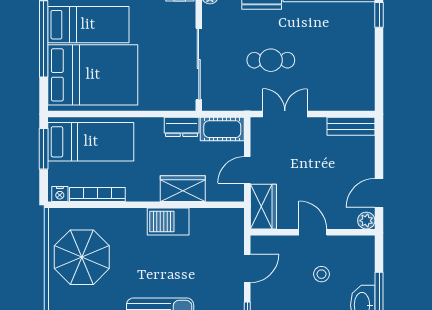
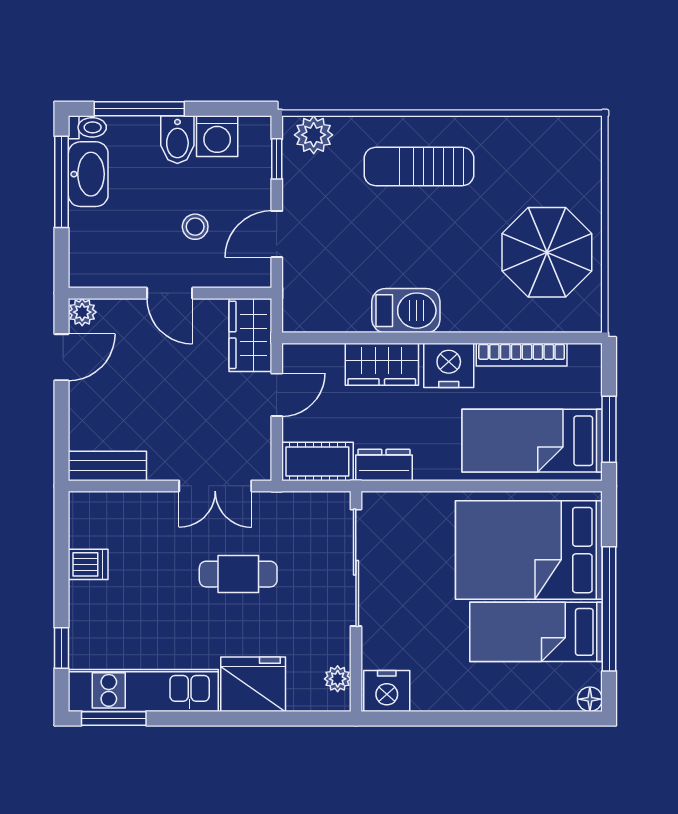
dishwasher: (363, 66) -> (88, 564), added
nightstand: (60, 194) -> (449, 365), moved, width x1.89, depth x1.79
stool: (321, 274) -> (195, 227), moved

